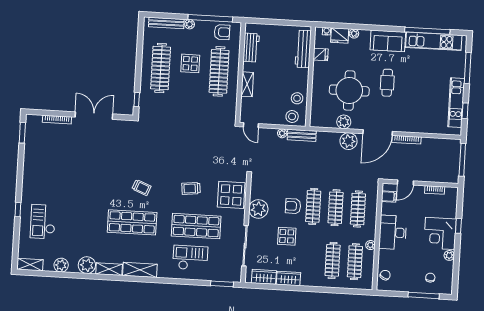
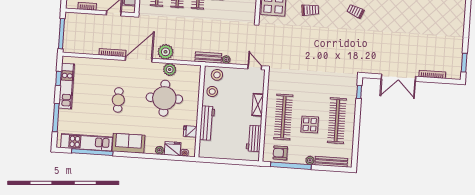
workbench: (303, 49) -> (207, 123), moved
cafe table: (387, 83) -> (118, 100), moved

